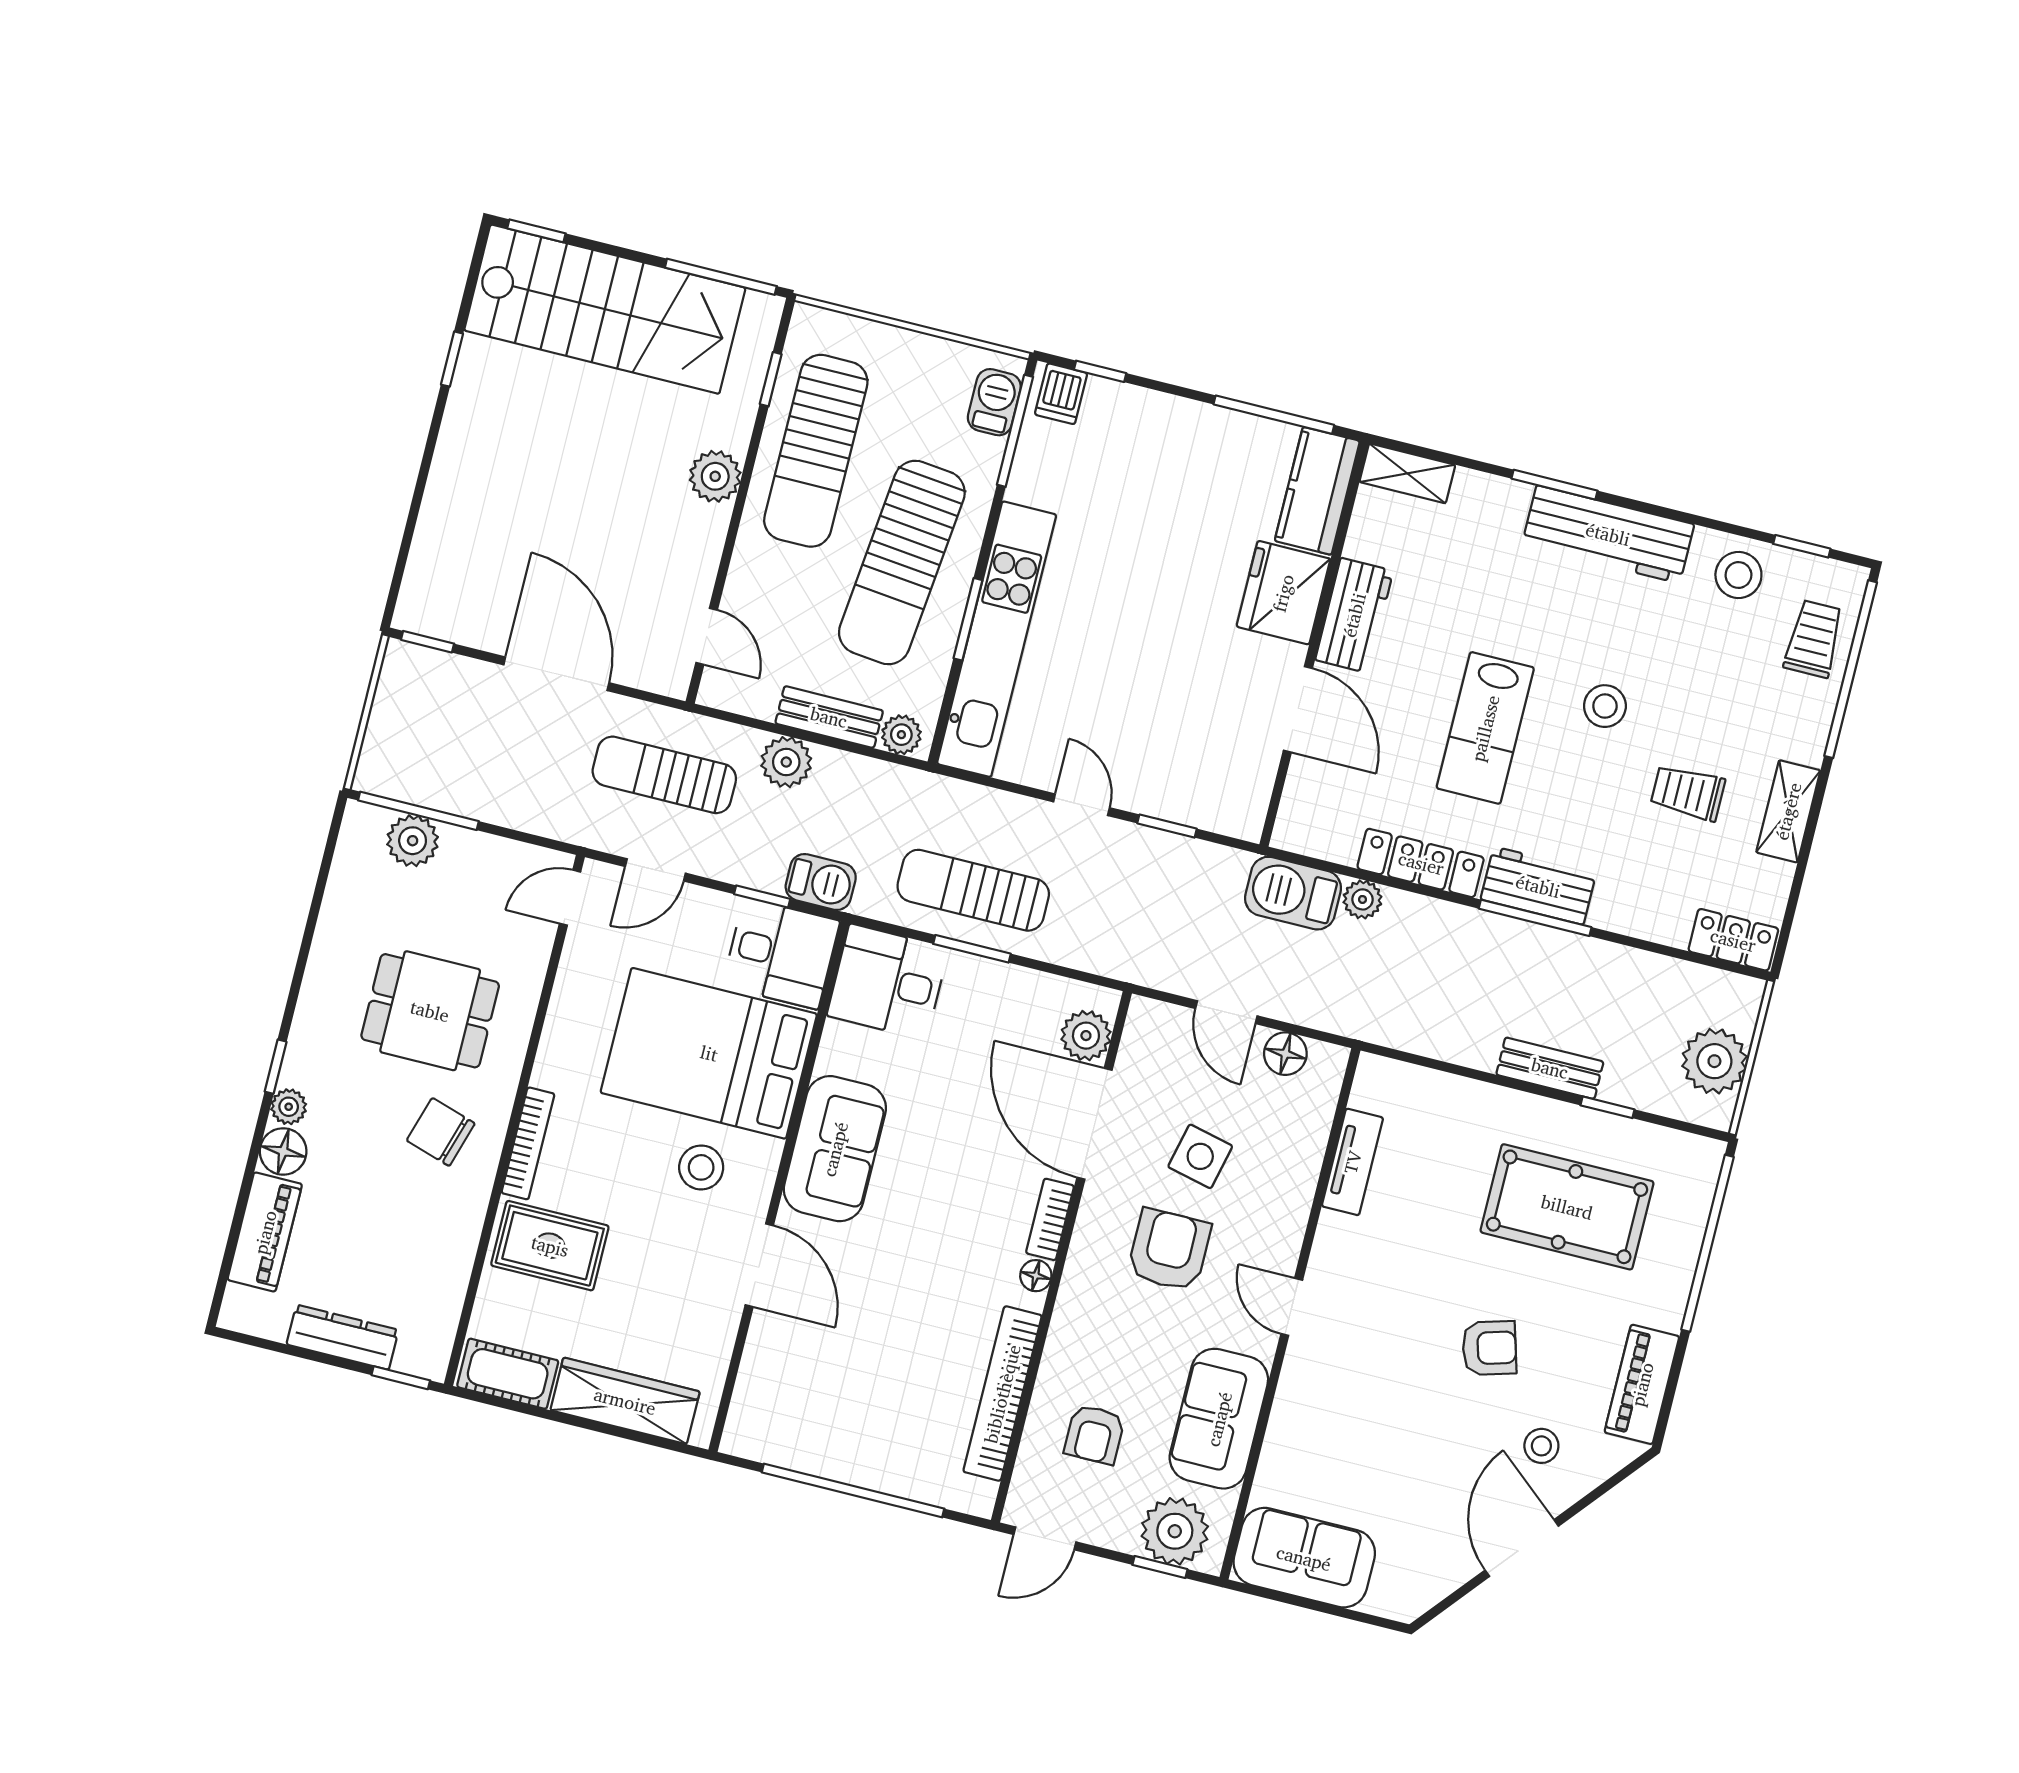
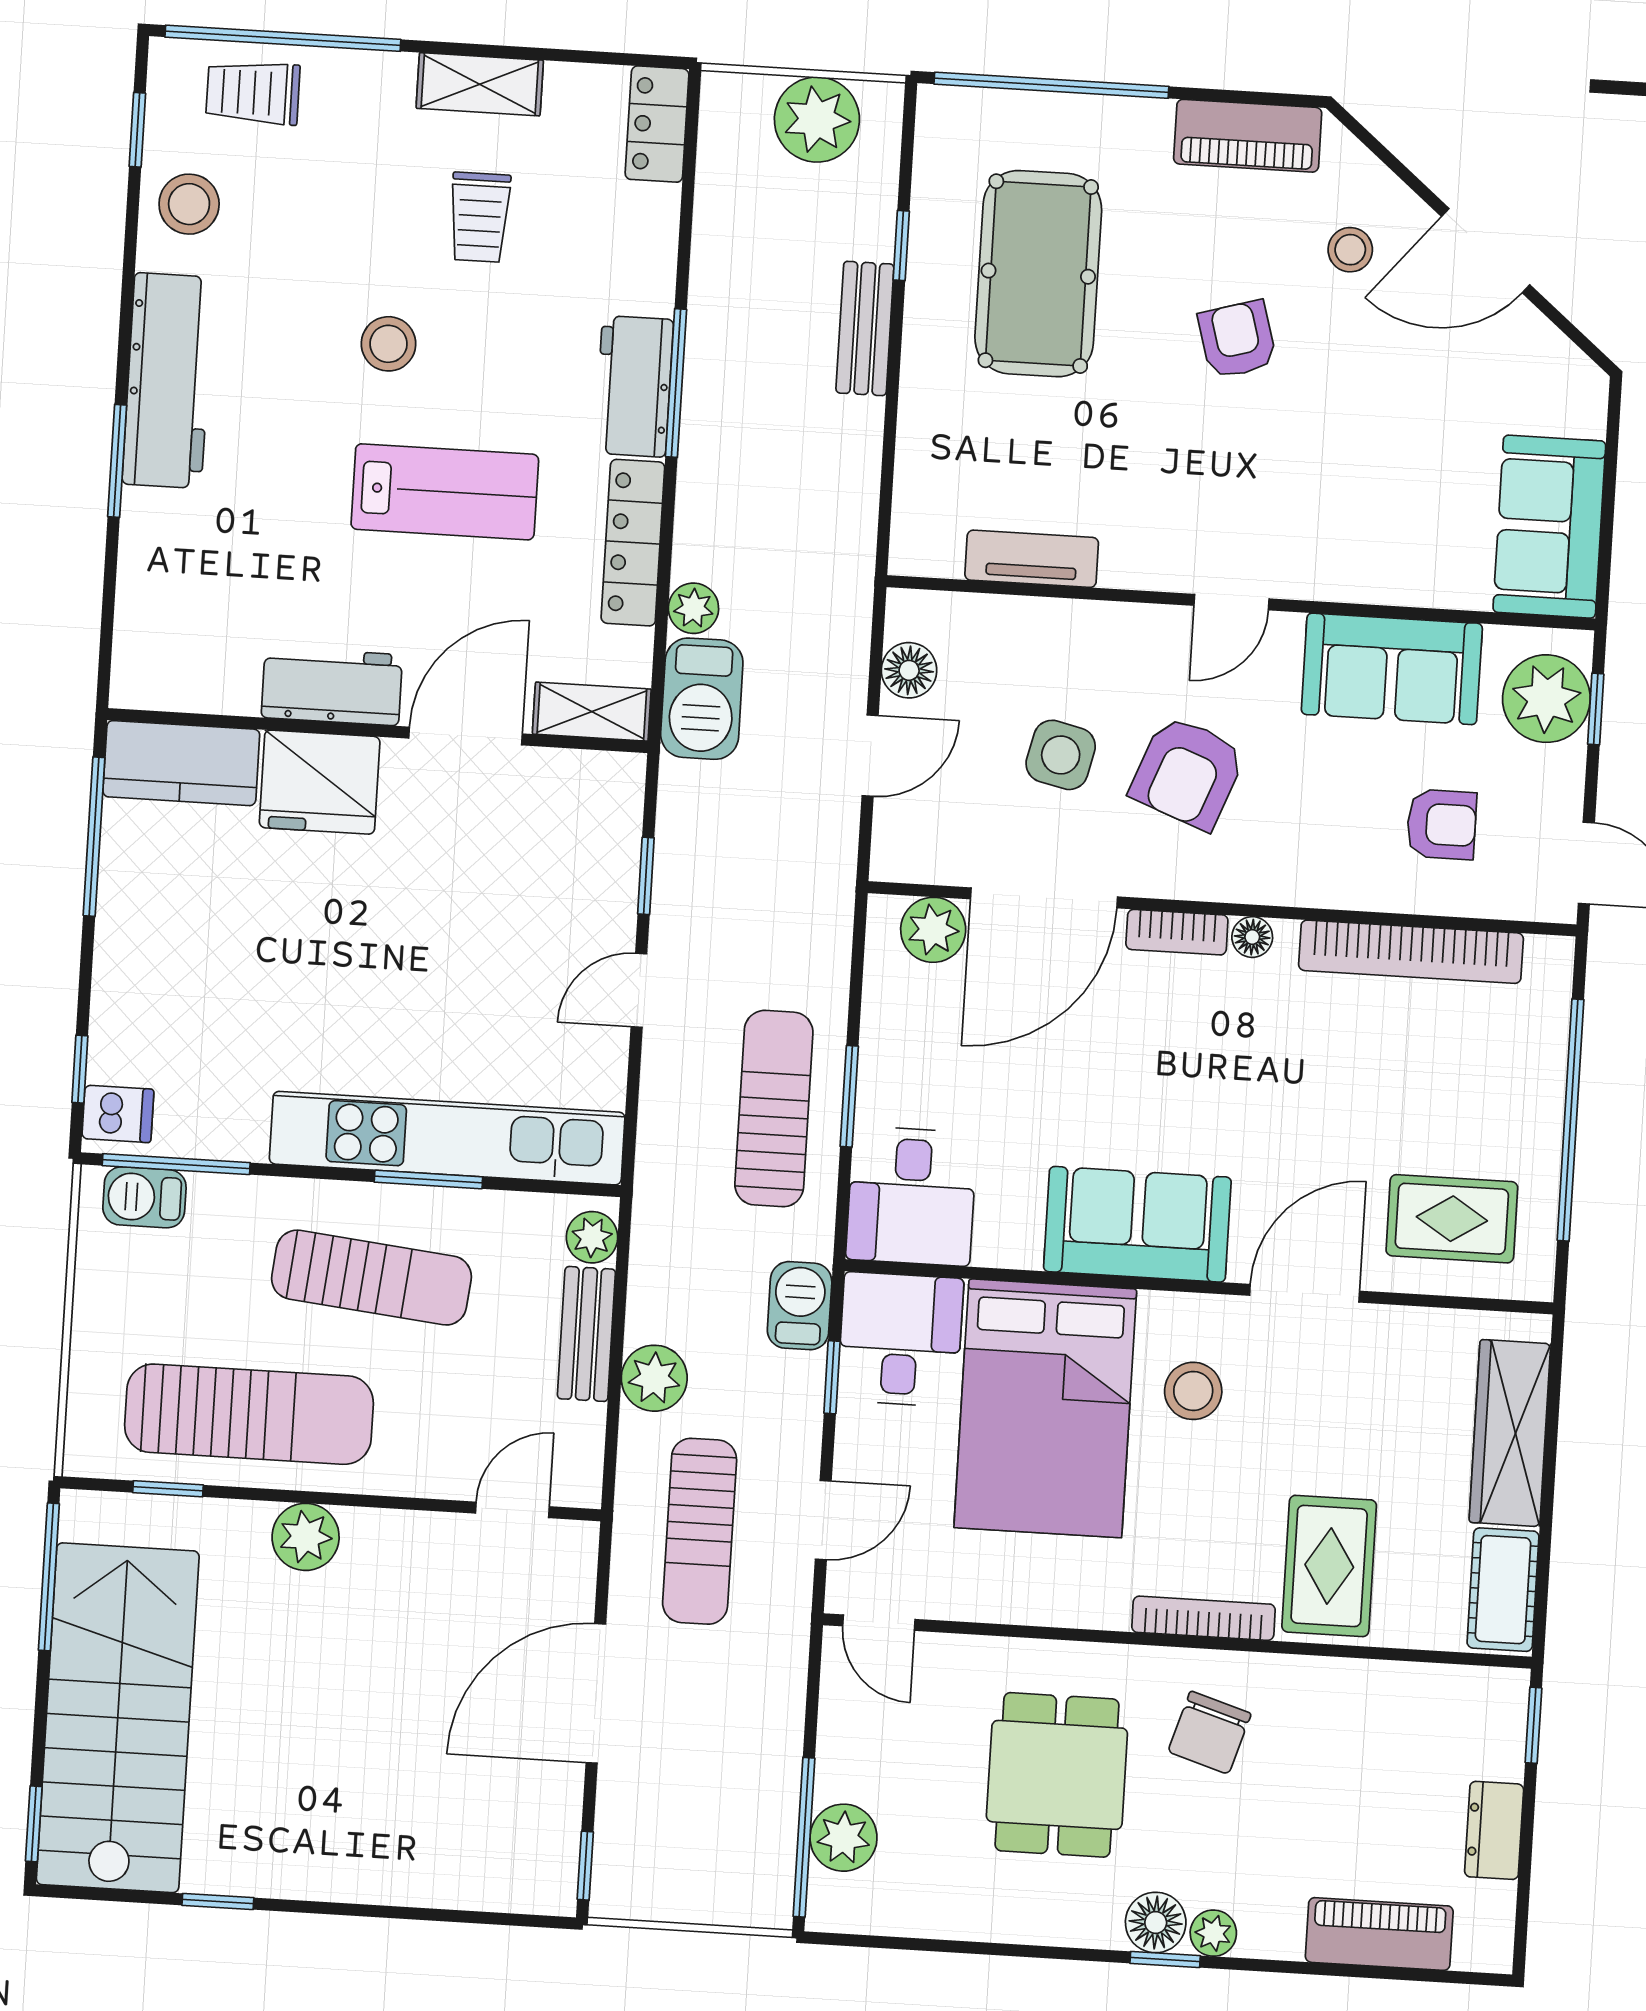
shelving: (1407, 473) -> (592, 712), moved, turned 90
sun lounger: (902, 562) -> (371, 1278), width x0.73, depth x0.75
door: (655, 870) -> (823, 1520), hinge flipped
sun lounger: (973, 890) -> (774, 1109), turned 180
floor lamp: (283, 1151) -> (1156, 1922), moved
armchair: (1169, 1250) -> (1188, 773), turned -69
dresser: (343, 1337) -> (1494, 1830), width x0.70
rug: (795, 1387) -> (1452, 1219), added

